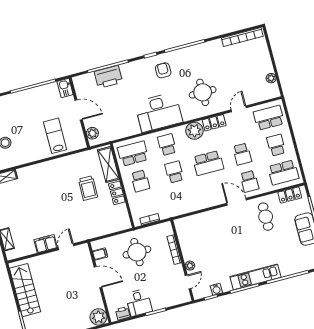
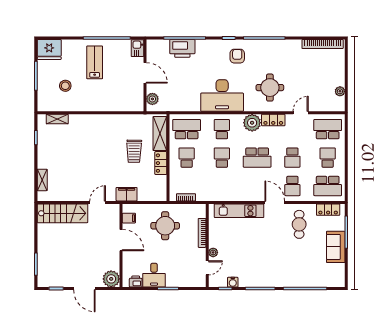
lab bench: (55, 136) -> (95, 62), moved
school desk: (140, 181) -> (187, 158), turned 180
filing cabinet: (46, 244) -> (127, 194), moved
kitchen unit: (255, 277) -> (239, 211), moved, turned 180
stairs: (25, 290) -> (62, 213), moved, turned 90

